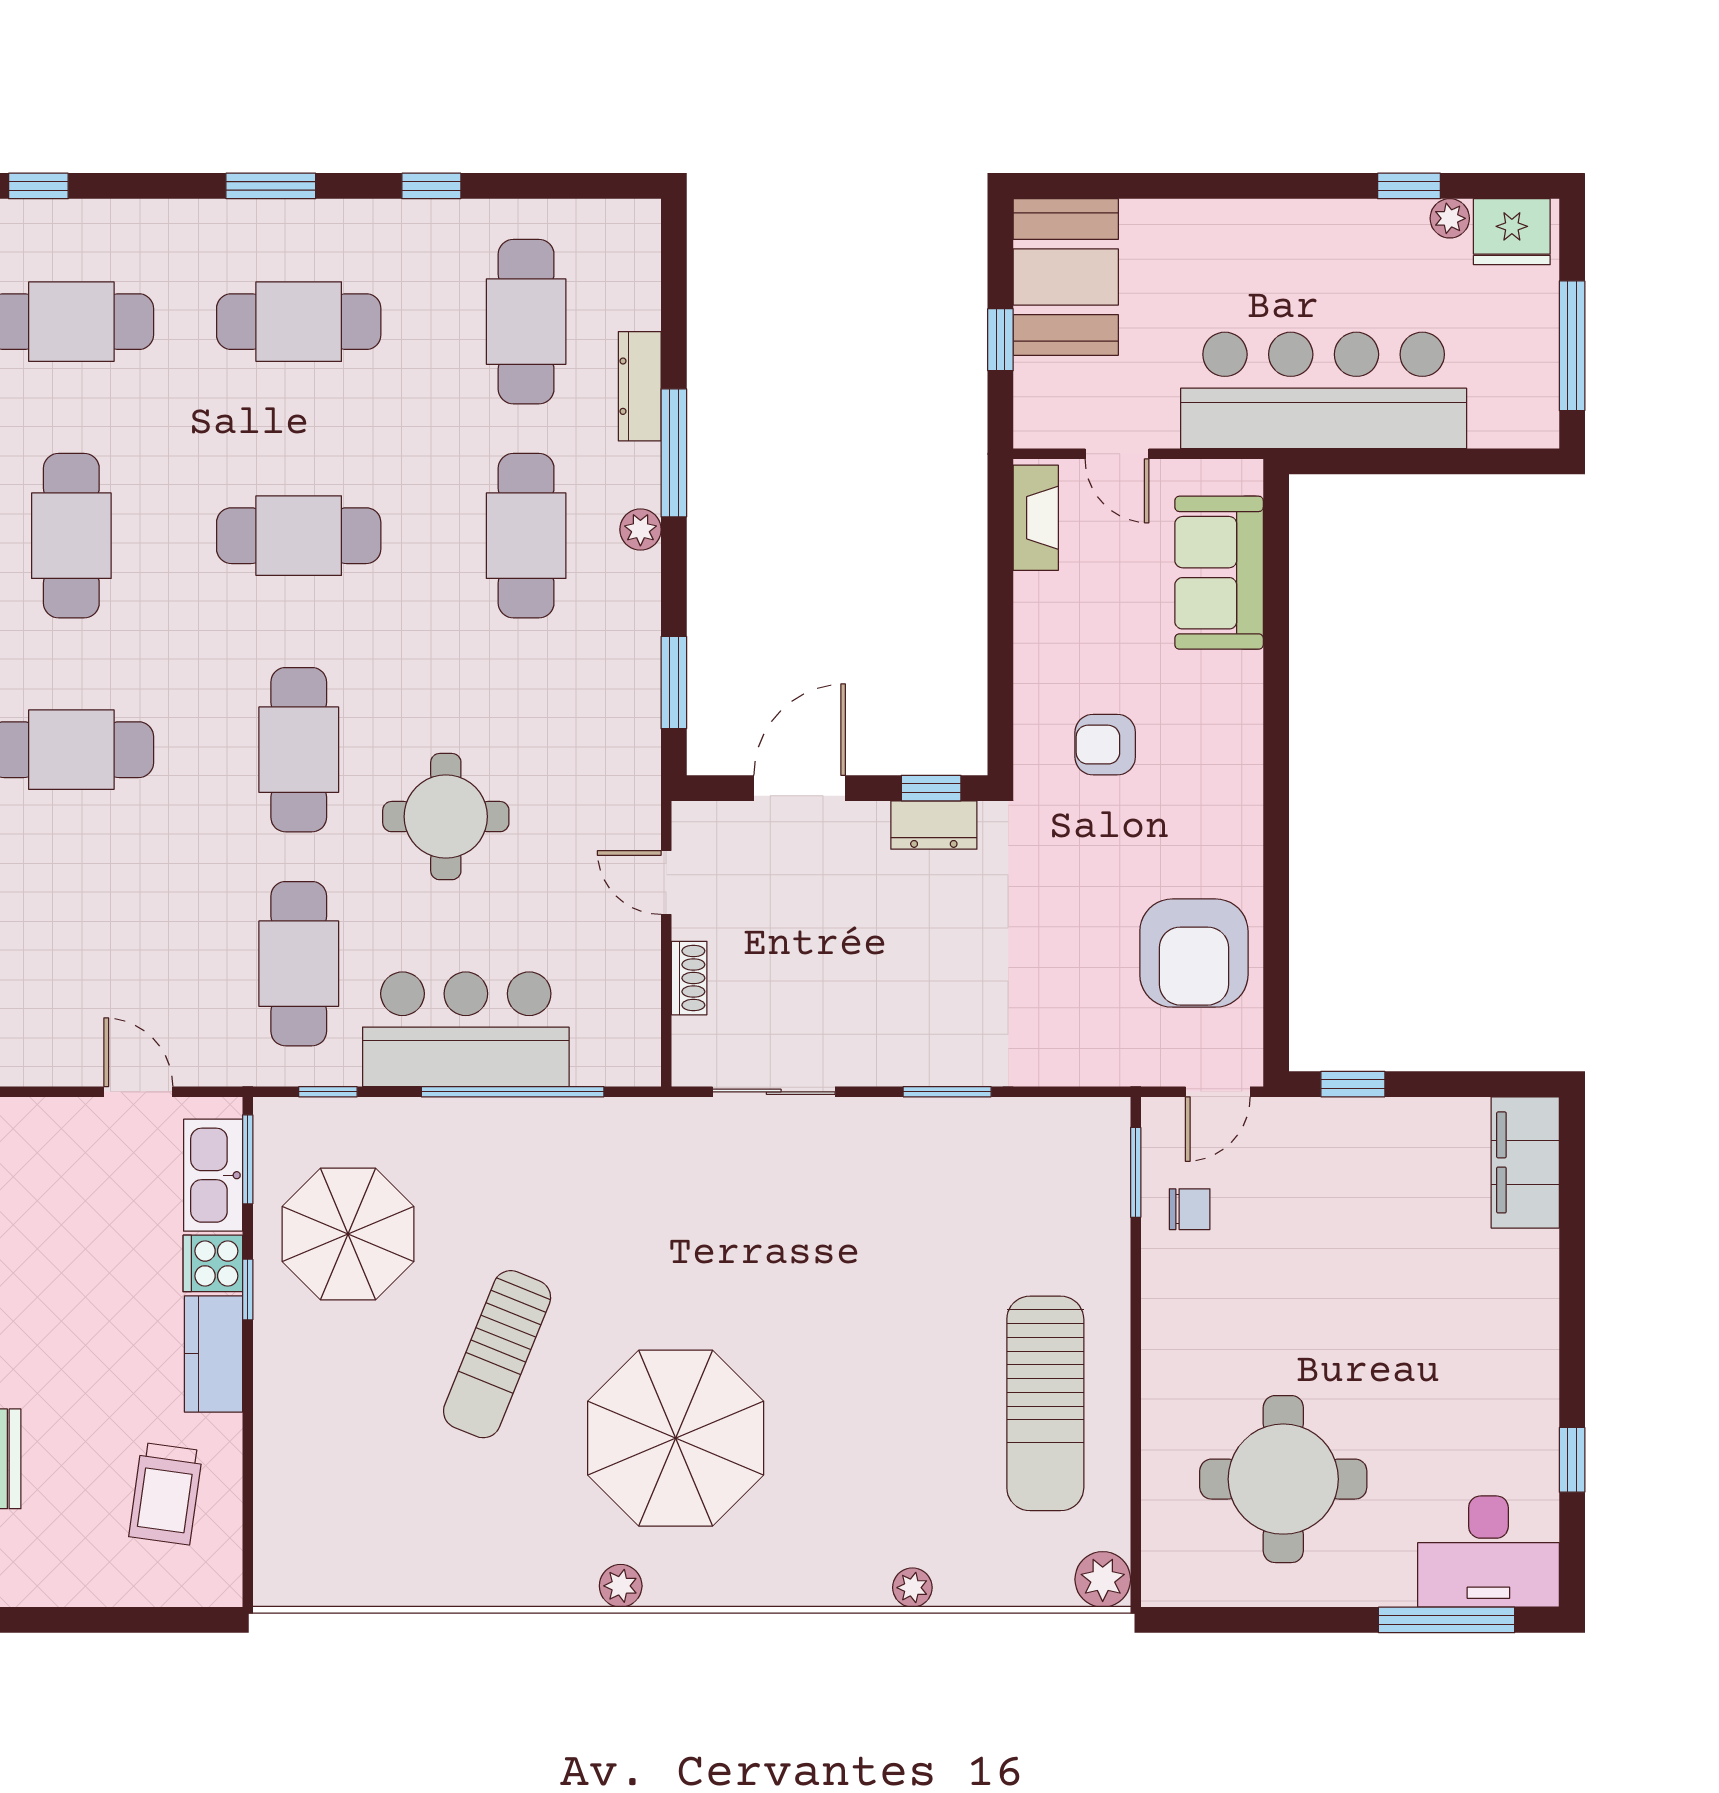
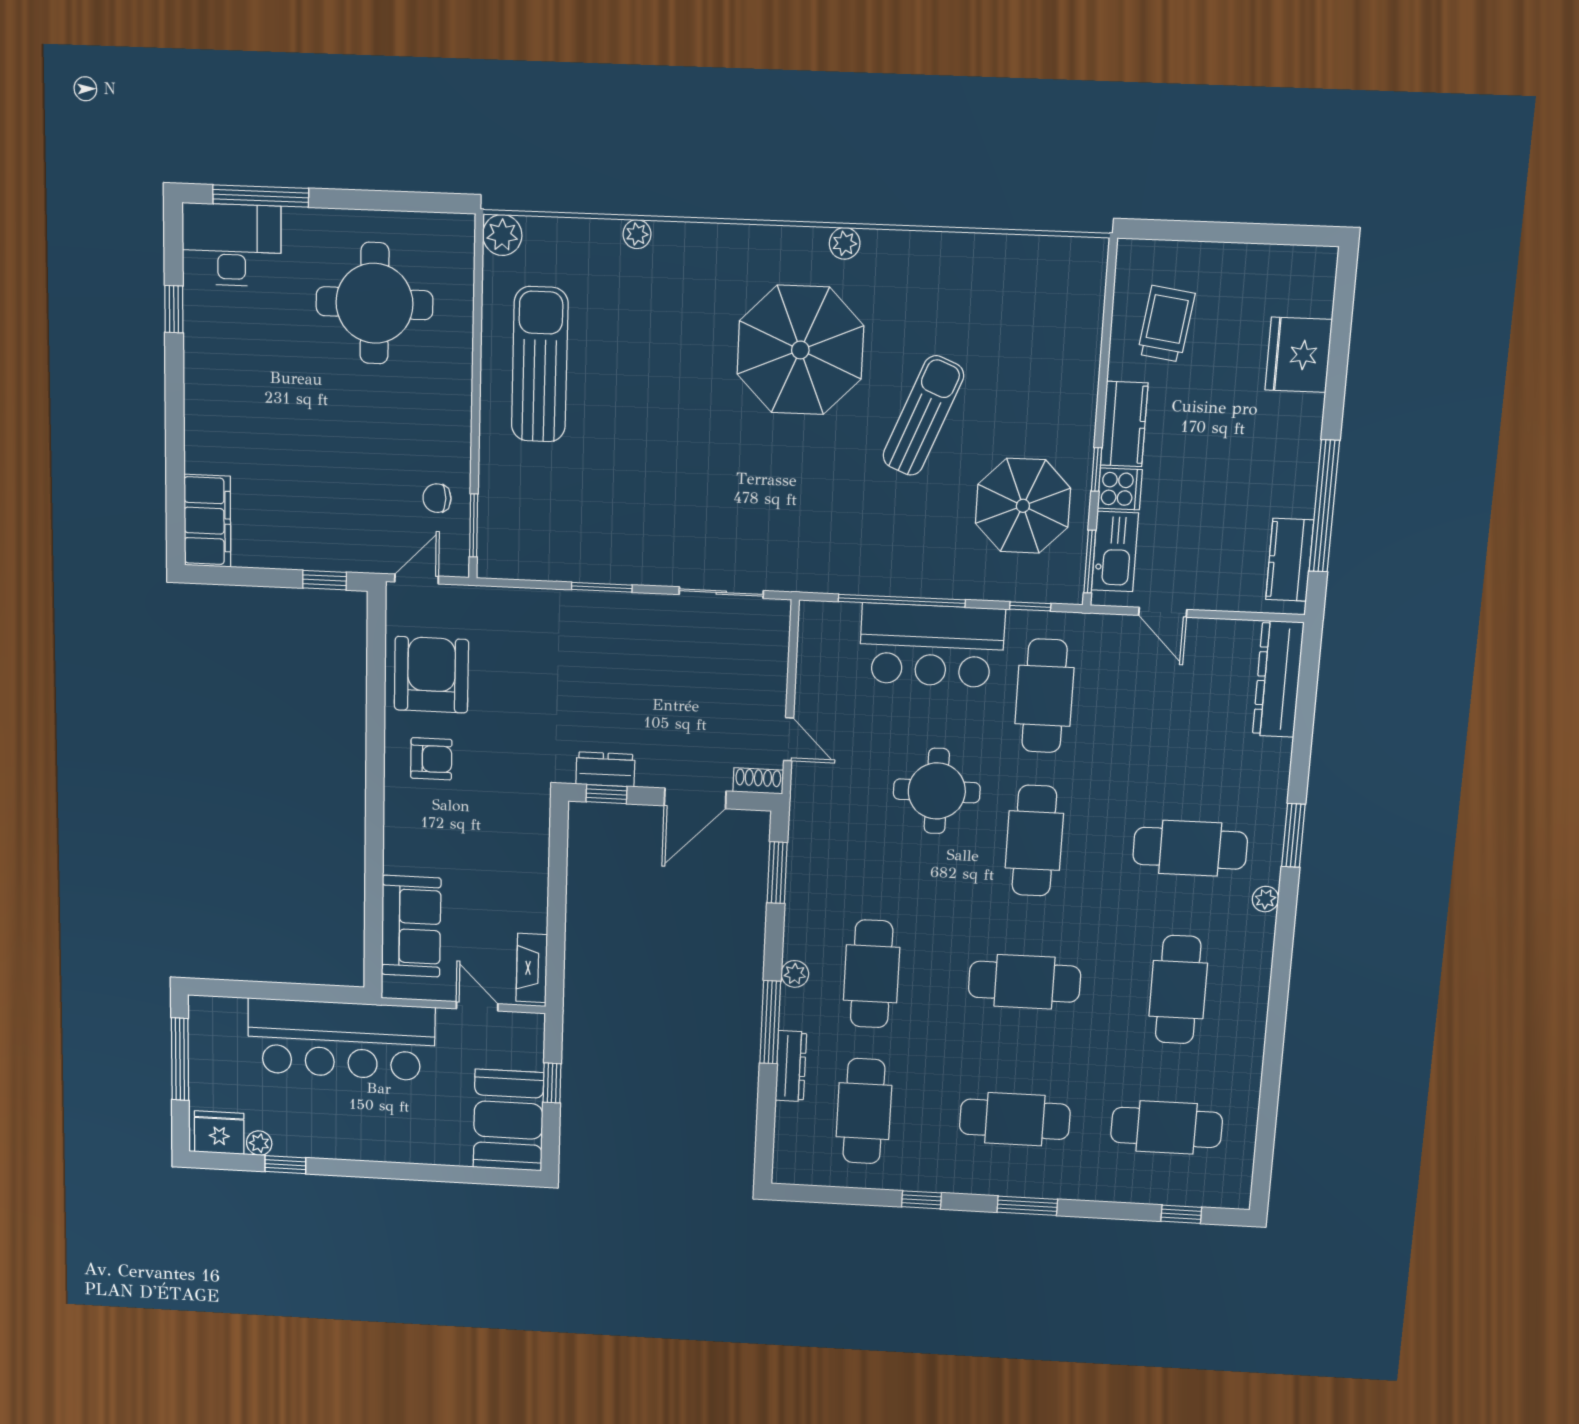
armchair: (1105, 745) -> (431, 759), moved
shoe rack: (689, 978) -> (758, 781), moved, turned 90

